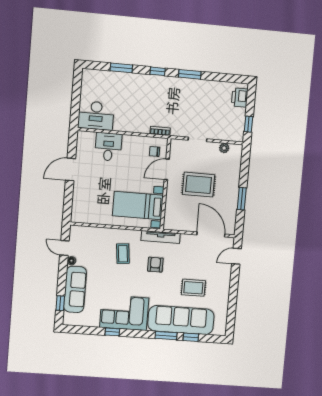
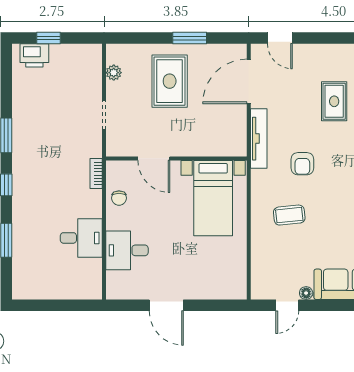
desk: (96, 116) -> (81, 238), moved, width x0.73
window: (248, 124) -> (49, 38), moved
chair: (155, 151) -> (119, 198), moved
rug: (199, 185) -> (170, 81), moved
tv unit: (161, 237) -> (259, 139), moved
armchair: (155, 265) -> (302, 164), turned -90

